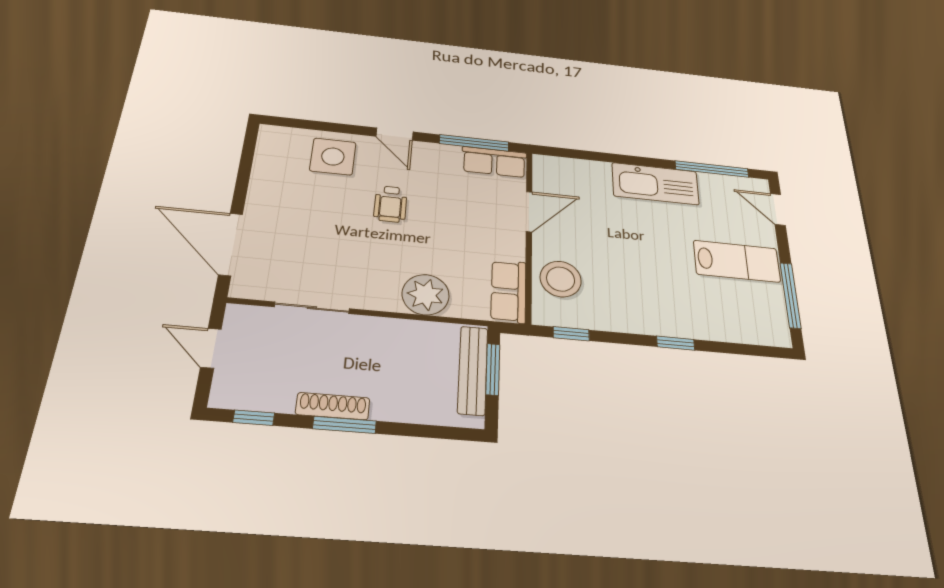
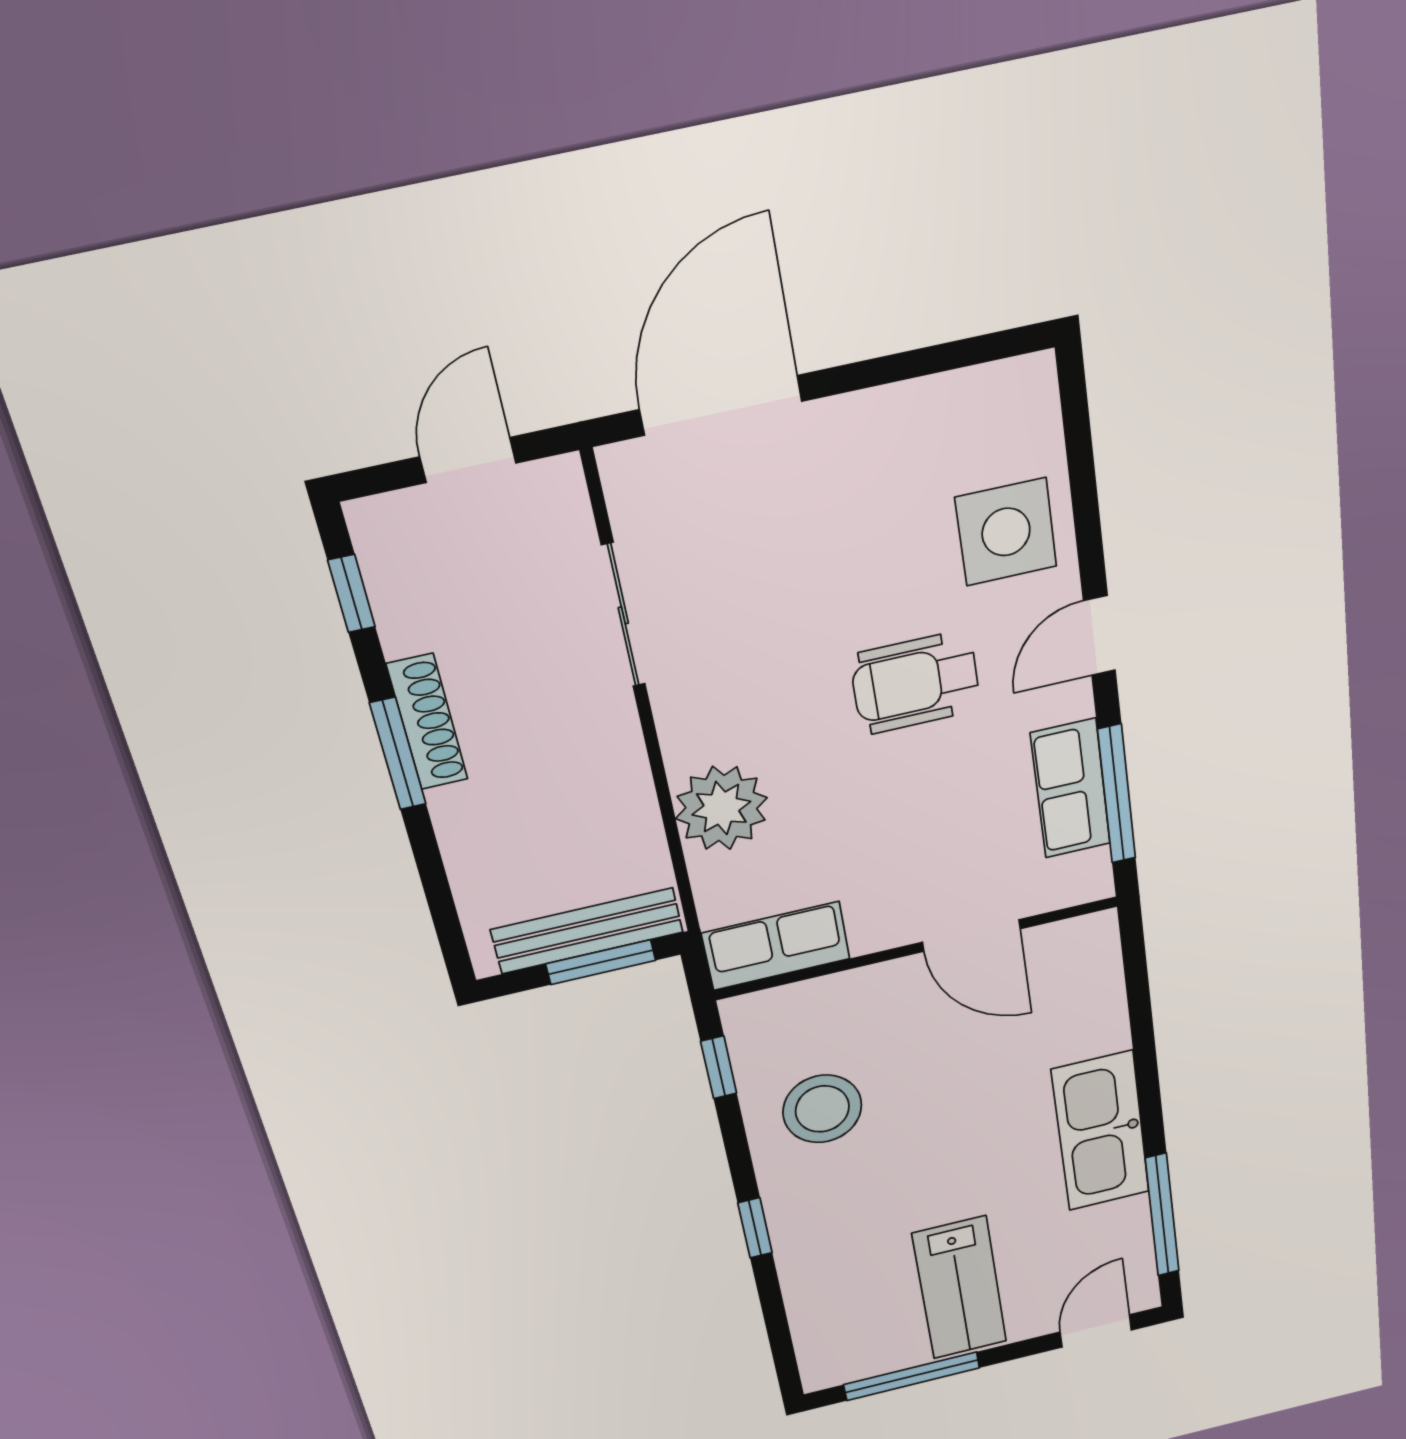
row of seats: (494, 162) -> (1071, 789), moved
wheelchair: (390, 204) -> (915, 682), width x1.36, depth x1.37
stool: (561, 279) -> (822, 1109), moved

